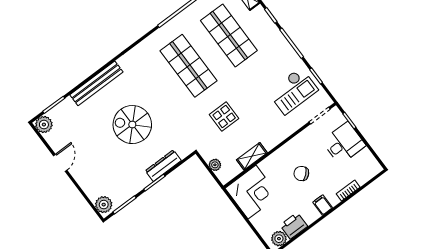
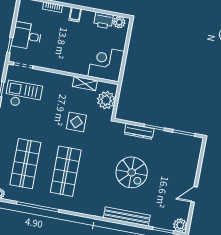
plant: (215, 165) -> (106, 100), width x1.87, depth x1.87
chair: (301, 173) -> (68, 45), removed
plant: (104, 205) -> (195, 146), removed

